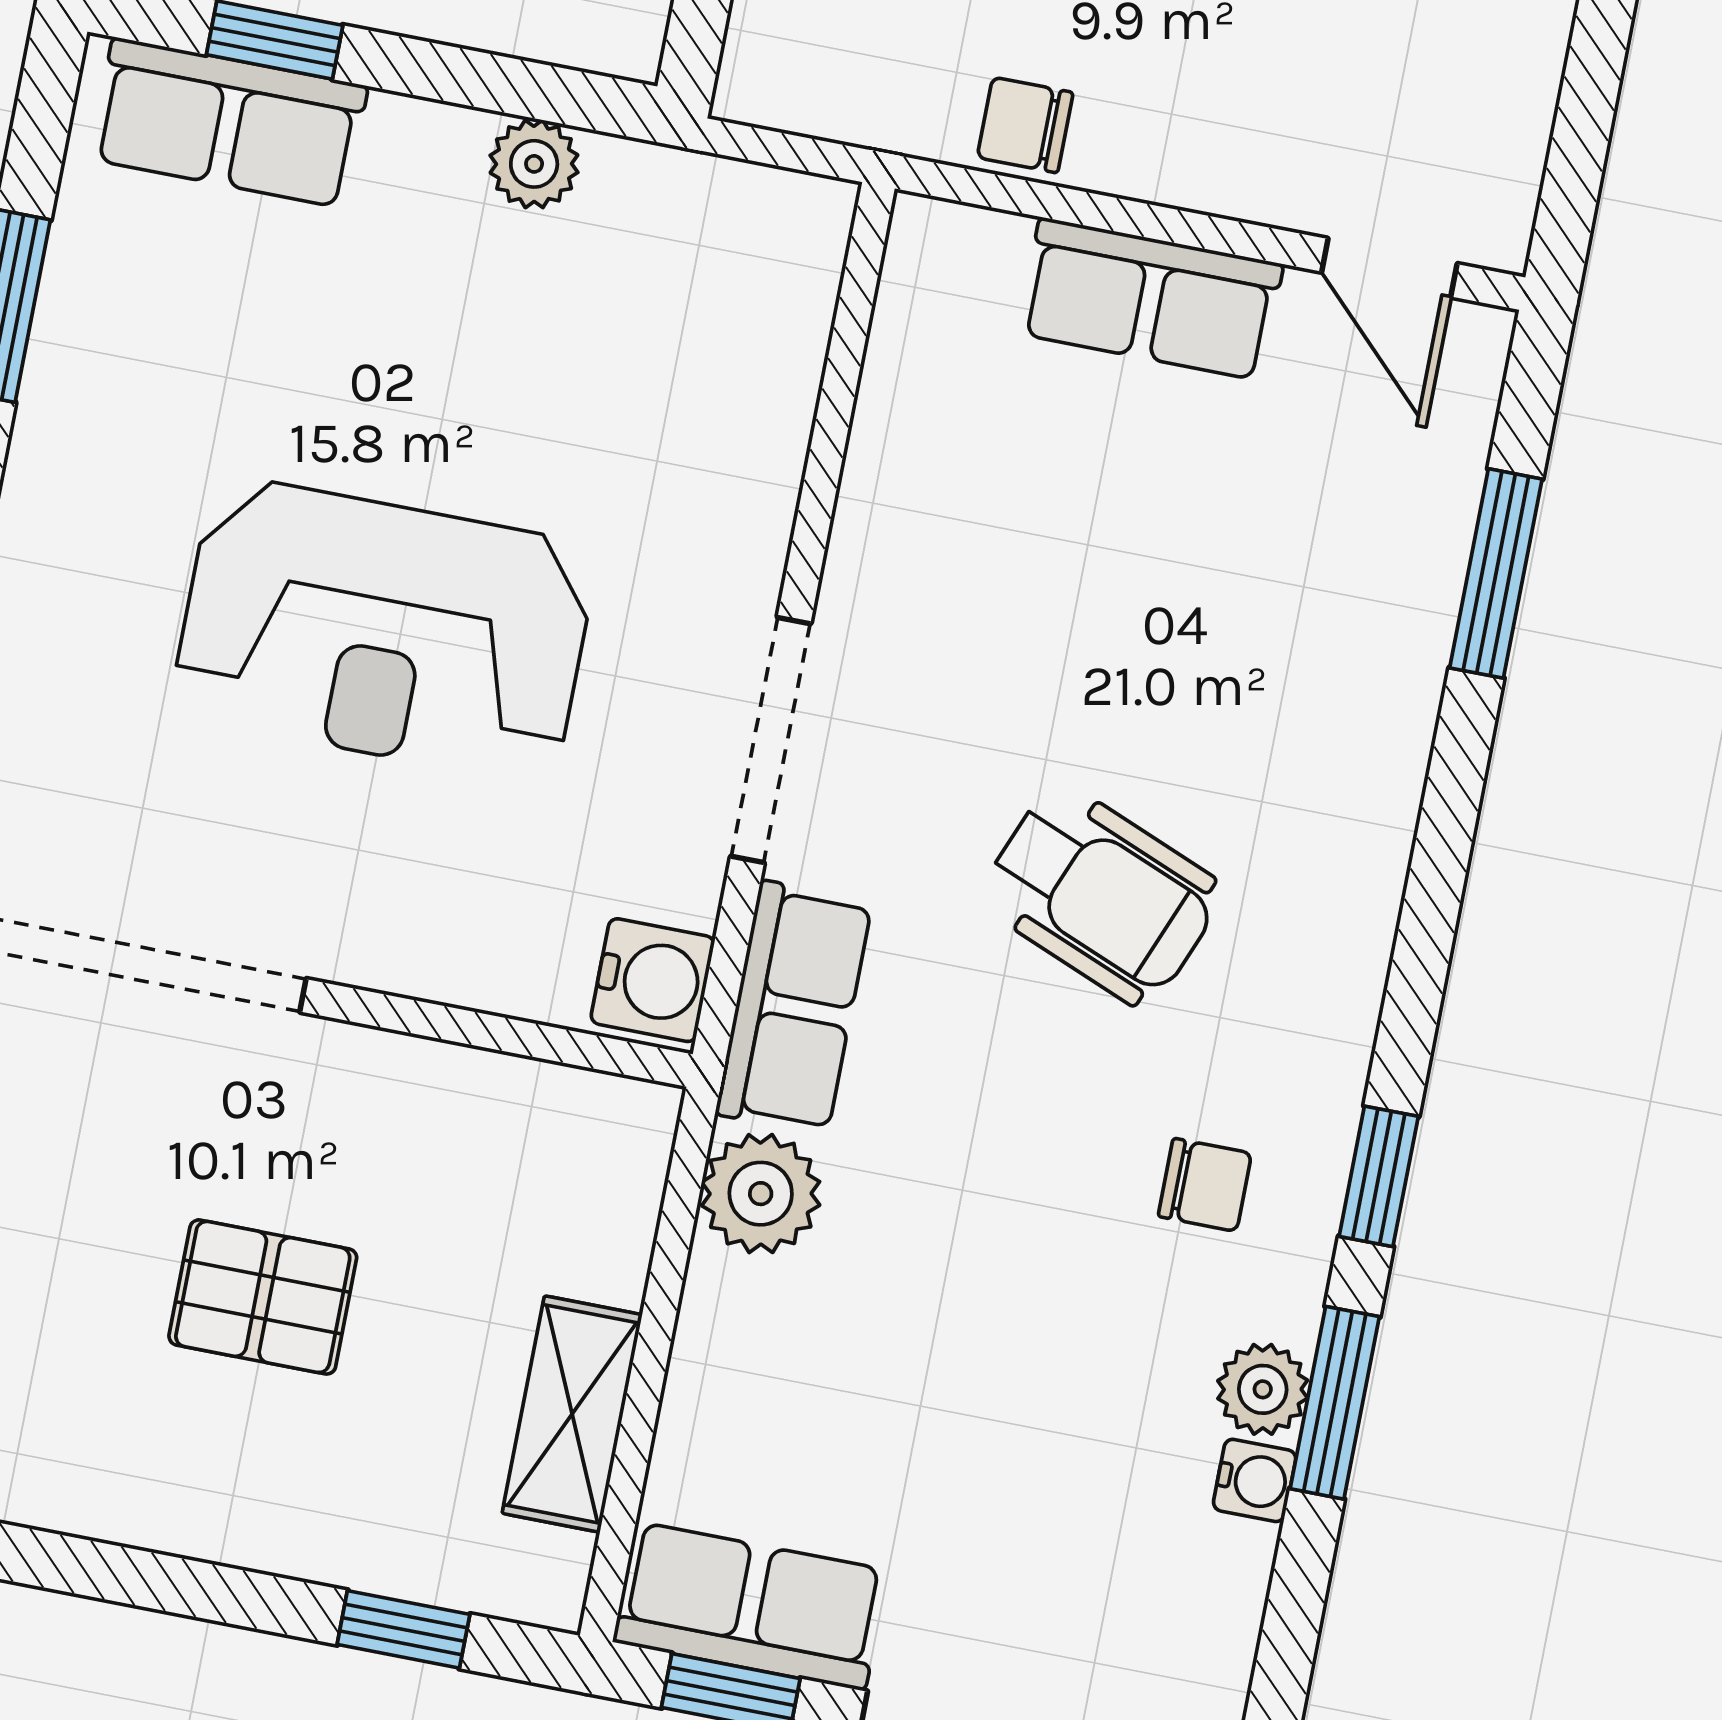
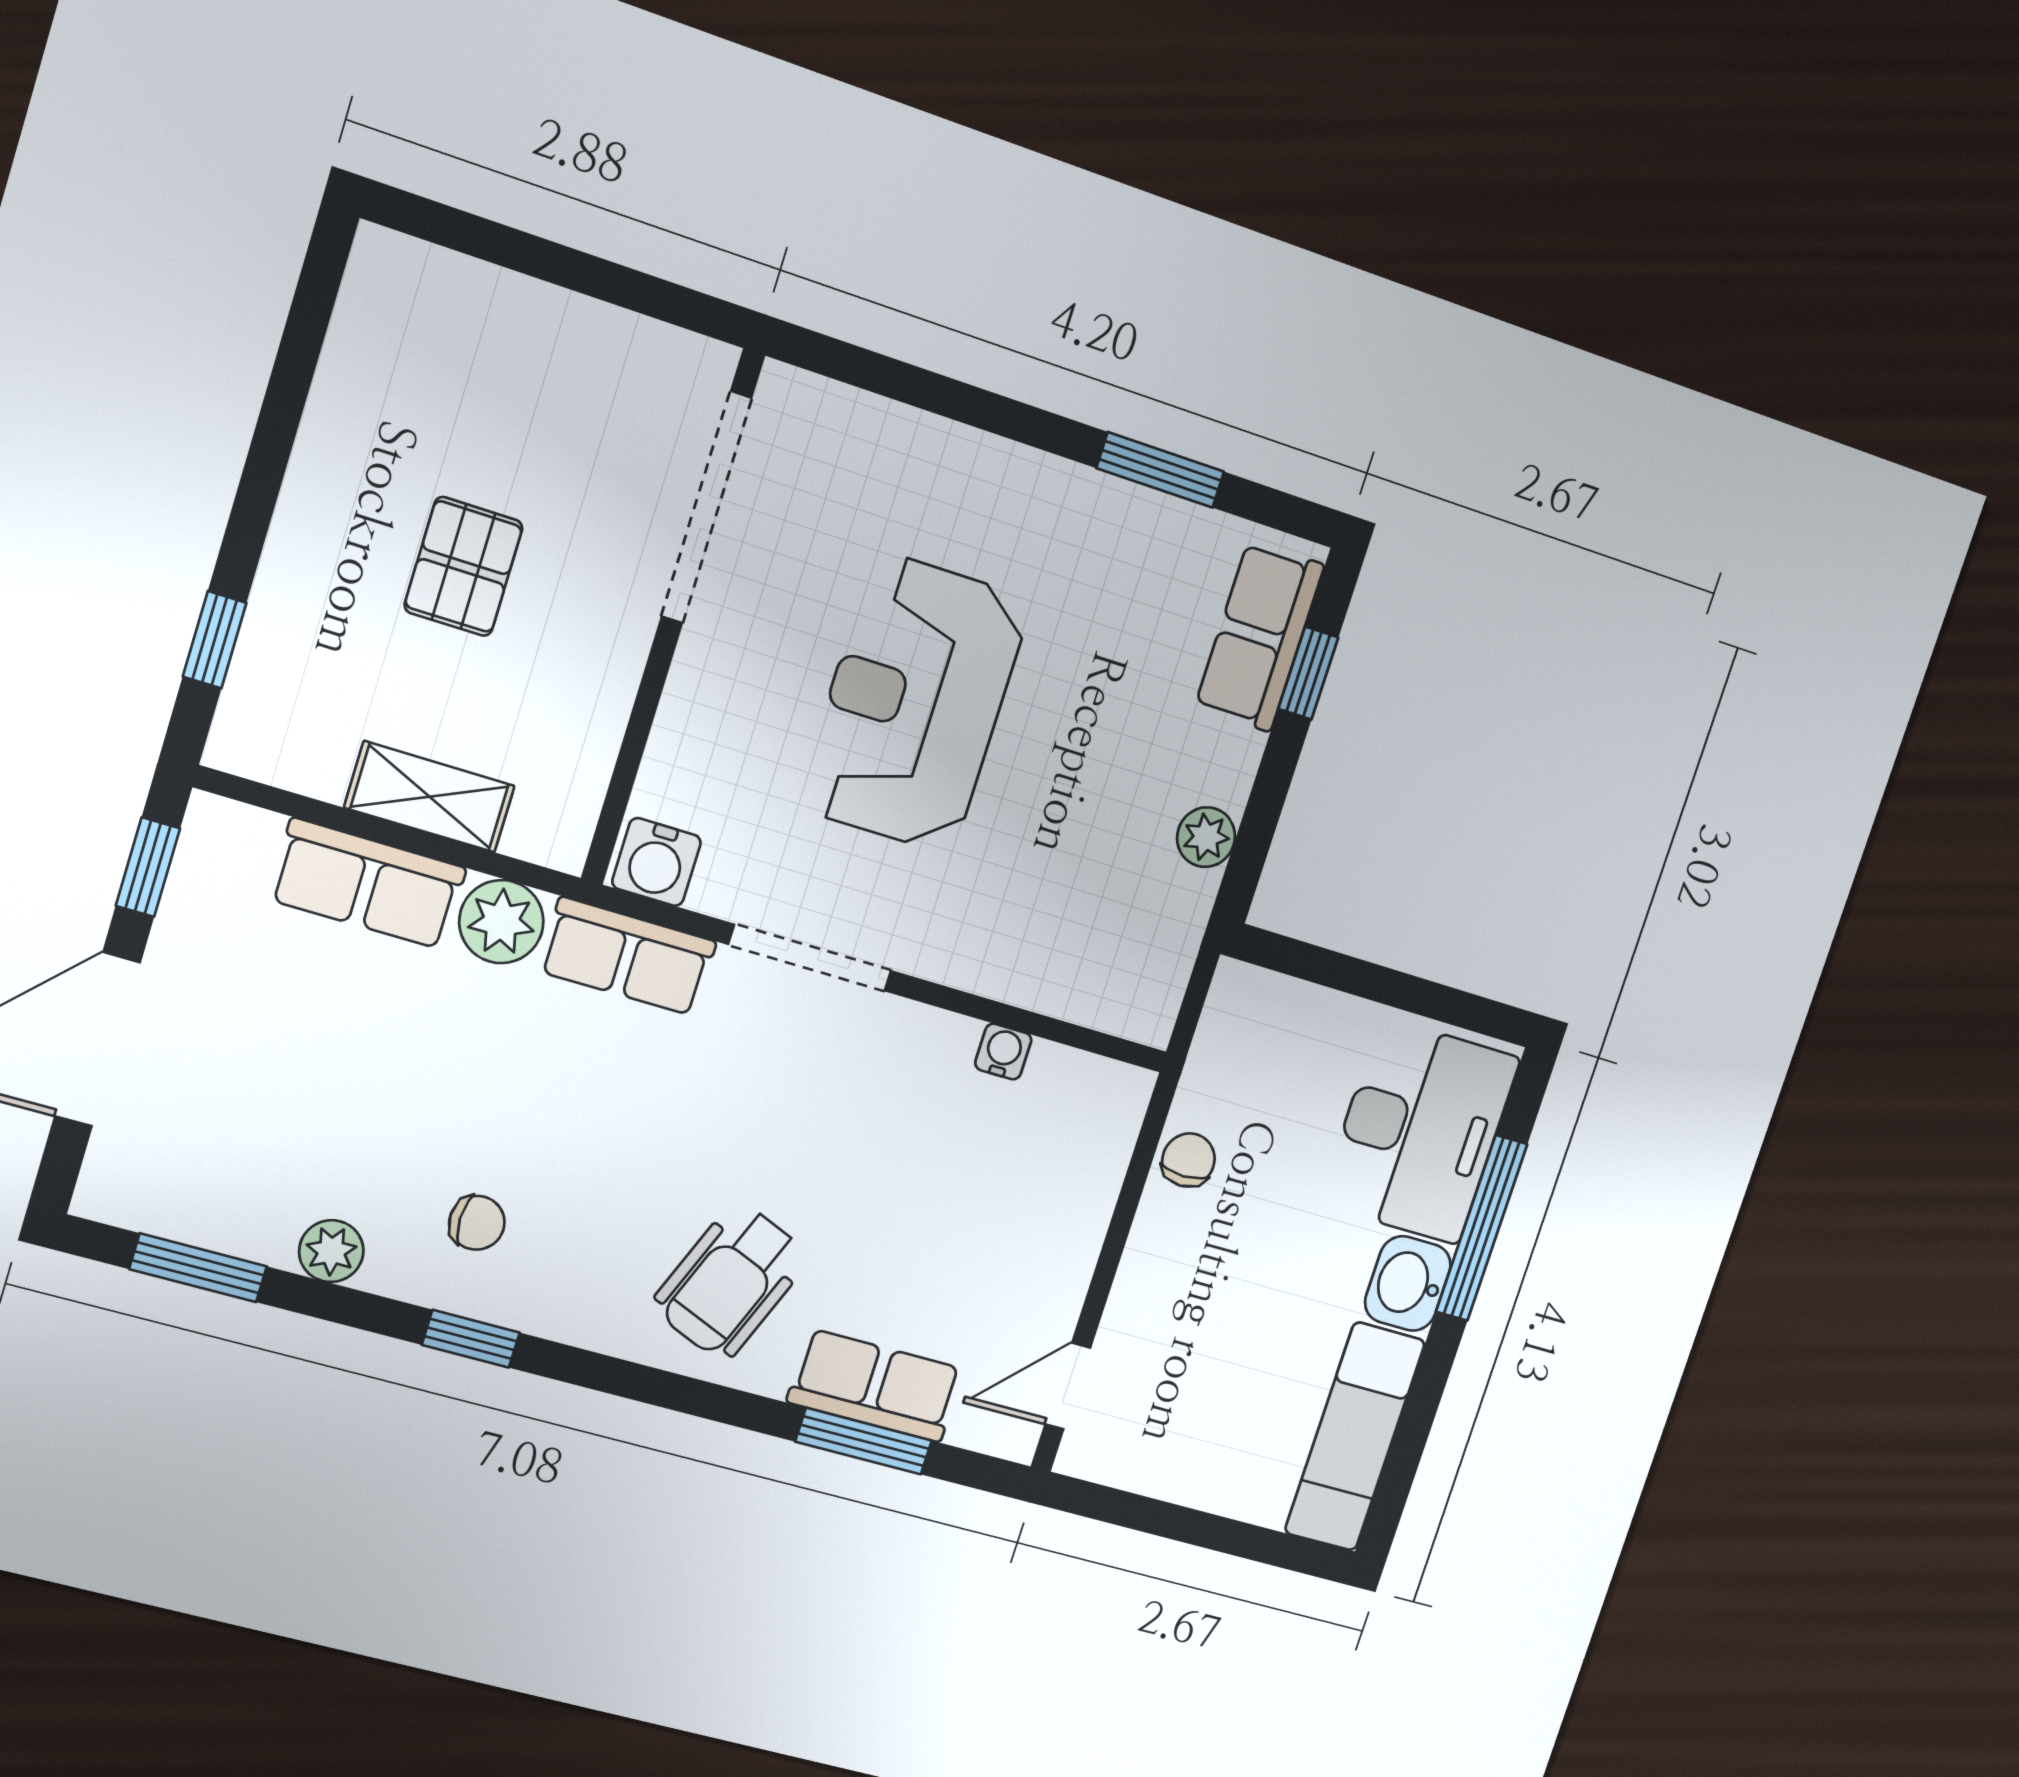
row of seats: (1150, 299) -> (875, 1386), moved, turned 90
wheelchair: (1101, 895) -> (731, 1281), moved
chair: (1205, 1185) -> (477, 1223), turned -90
window: (1335, 1403) -> (198, 1268), moved
shelving: (572, 1414) -> (430, 797), moved
water cooler: (1255, 1480) -> (1003, 1052), moved, turned 180
row of seats: (751, 1606) -> (367, 884), moved, turned 90

